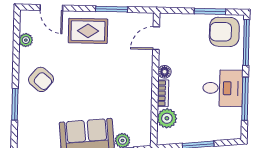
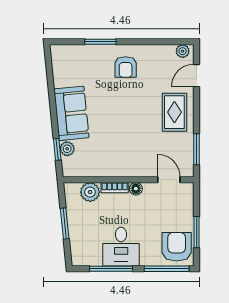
window: (112, 9) -> (197, 149), moved
plant: (26, 40) -> (183, 51), moved
armchair: (41, 79) -> (126, 67), turned -40

